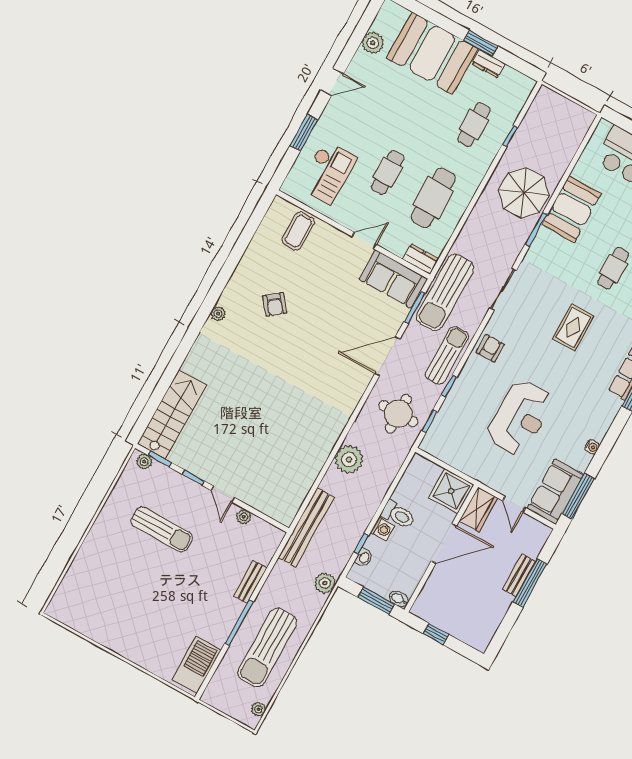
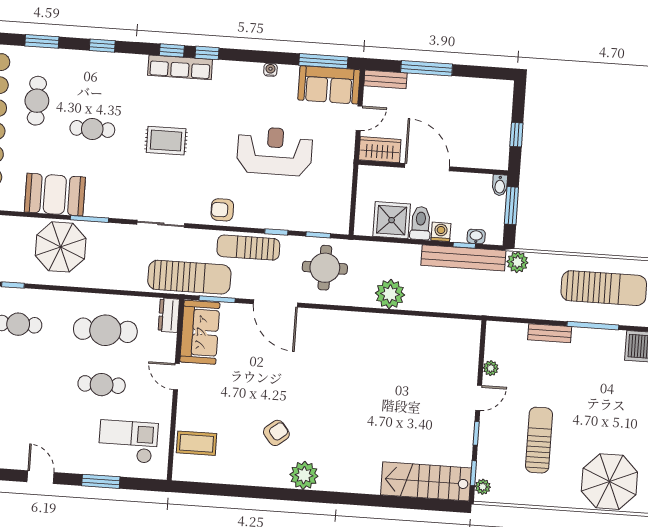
plant: (218, 314) -> (304, 475), width x1.88, depth x1.88
shower: (451, 491) -> (392, 220), moved
bench: (306, 528) -> (463, 258), moved
parasol: (97, 574) -> (609, 482), added
bench: (519, 575) -> (385, 79), moved

